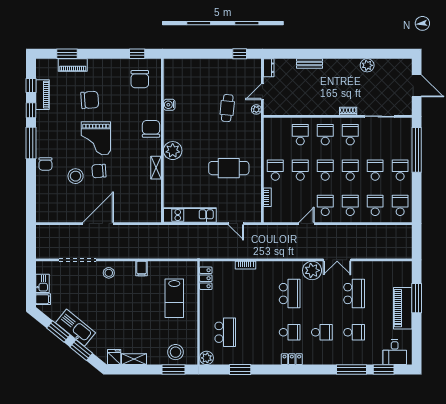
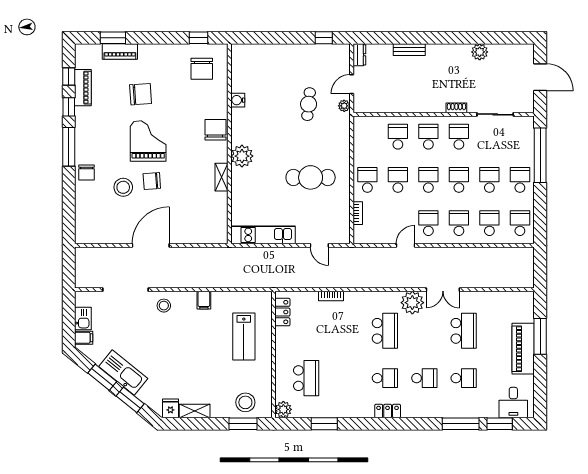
grand piano: (96, 138) -> (148, 141), turned 180

